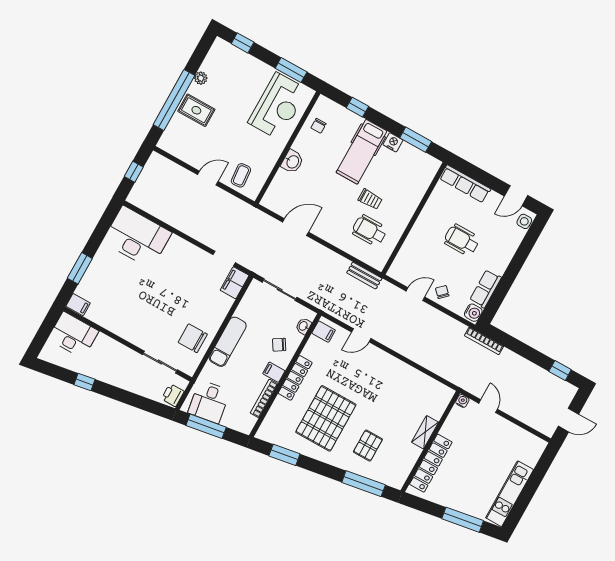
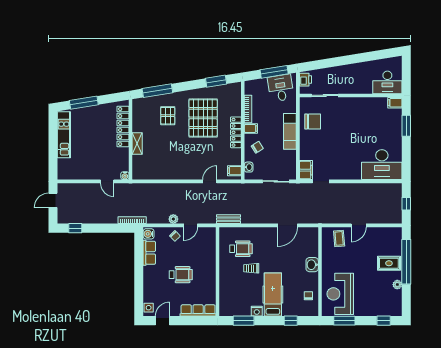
plant: (432, 314) -> (173, 219), added
window: (84, 382) -> (364, 57), removed

